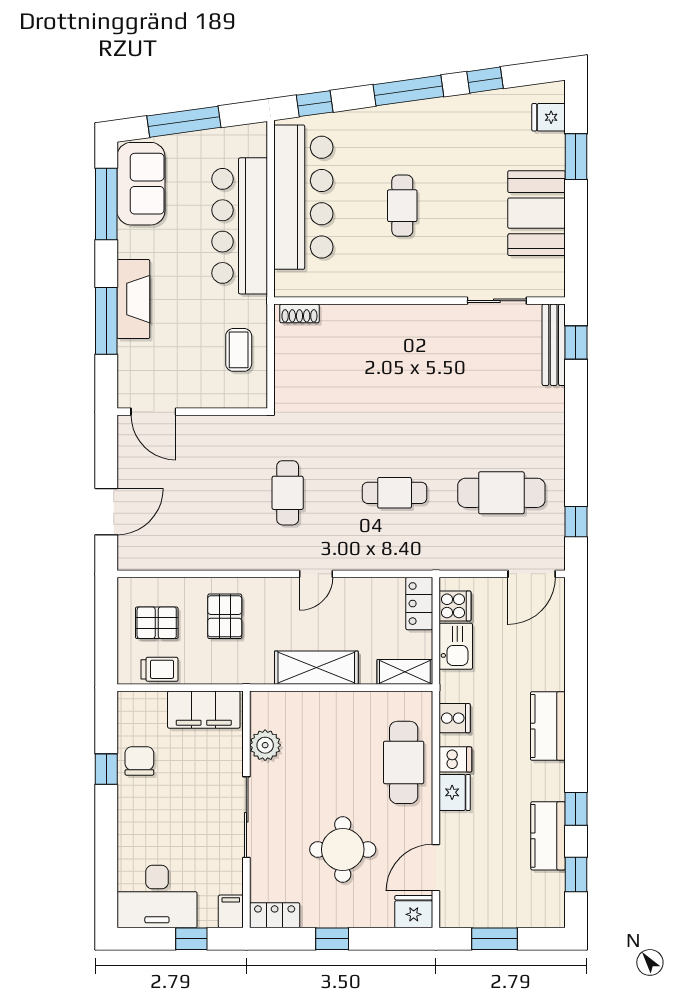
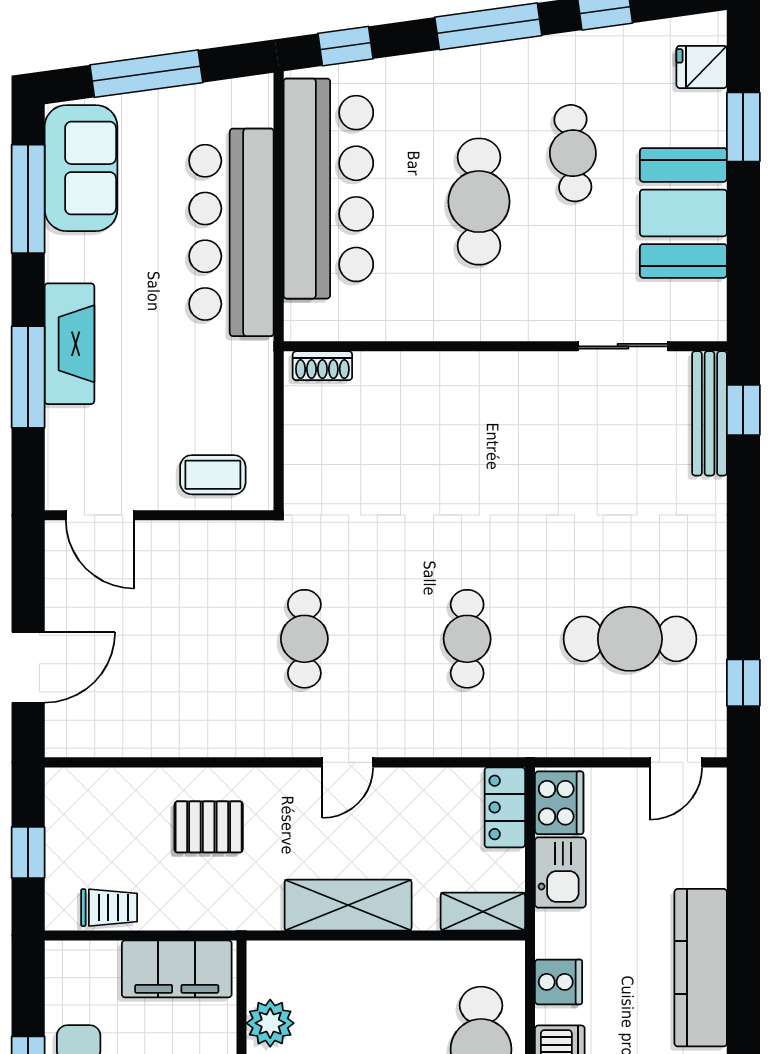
cafe table: (464, 174) -> (573, 153), added
cafe table: (402, 206) -> (479, 202), width x1.37, depth x1.35
coffee table: (239, 350) -> (213, 475), moved, turned 90
cafe table: (395, 493) -> (467, 639), turned 90
door: (532, 574) -> (676, 762), width x0.73
cooker: (455, 606) -> (559, 803), width x1.36
pallet: (225, 616) -> (209, 827), turned 90
pallet: (157, 623) -> (105, 837), removed
window: (106, 633) -> (28, 852), added
kitchen counter: (548, 726) -> (701, 968), width x1.50

